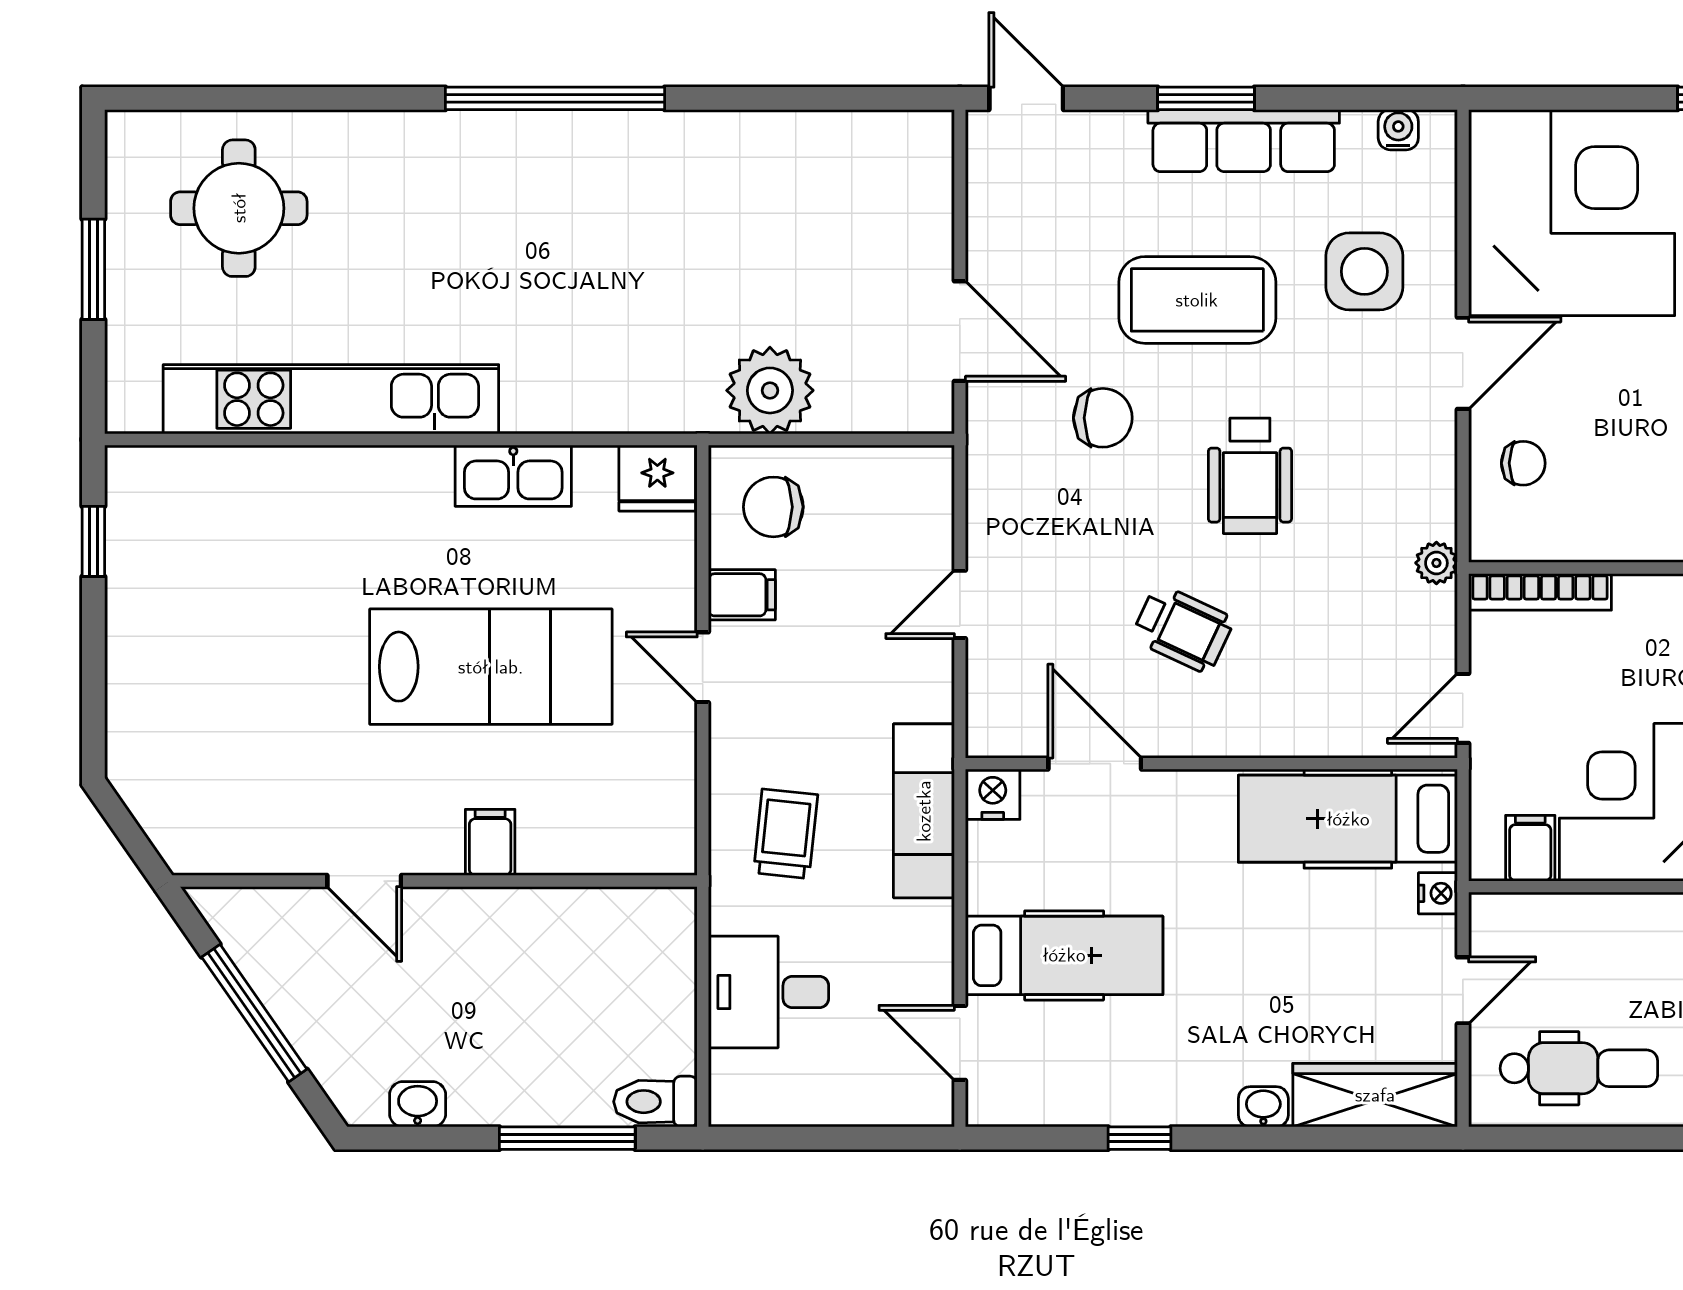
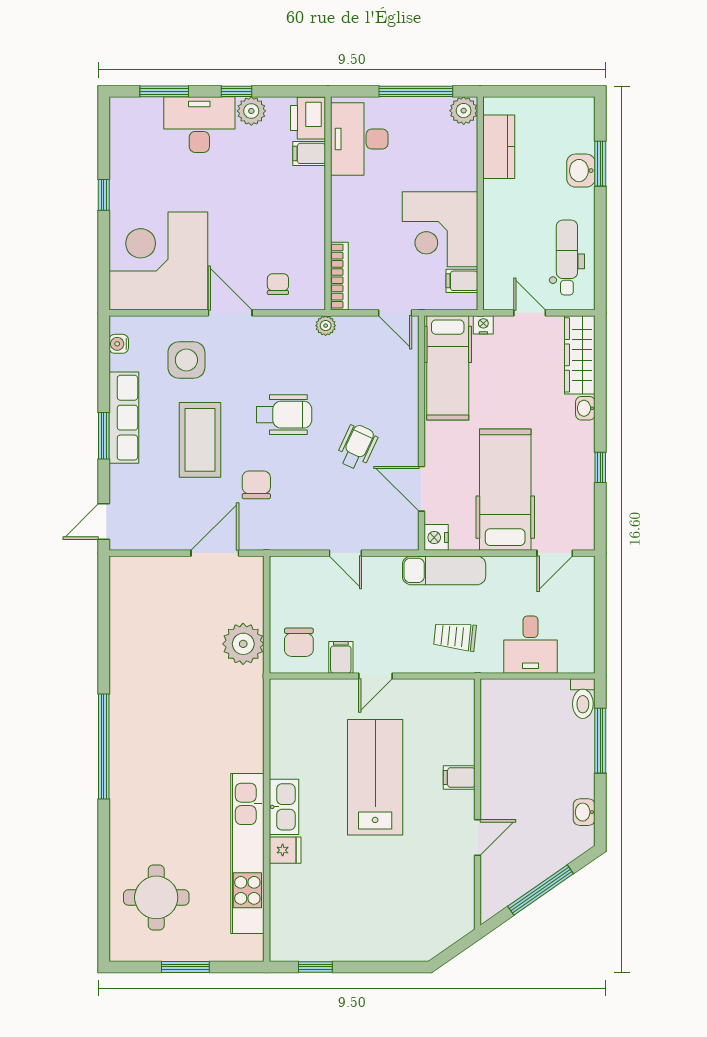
kitchen sink: (513, 476) -> (284, 807), moved
fridge: (657, 478) -> (285, 850), moved, width x0.72
door: (1095, 764) -> (421, 489), hinge flipped
hospital bed: (1064, 955) -> (505, 490), width x1.37, depth x1.29

